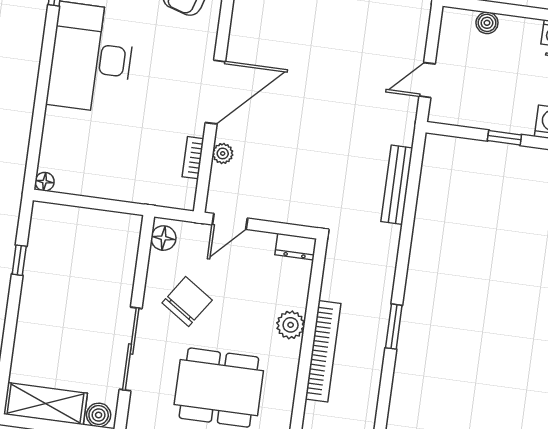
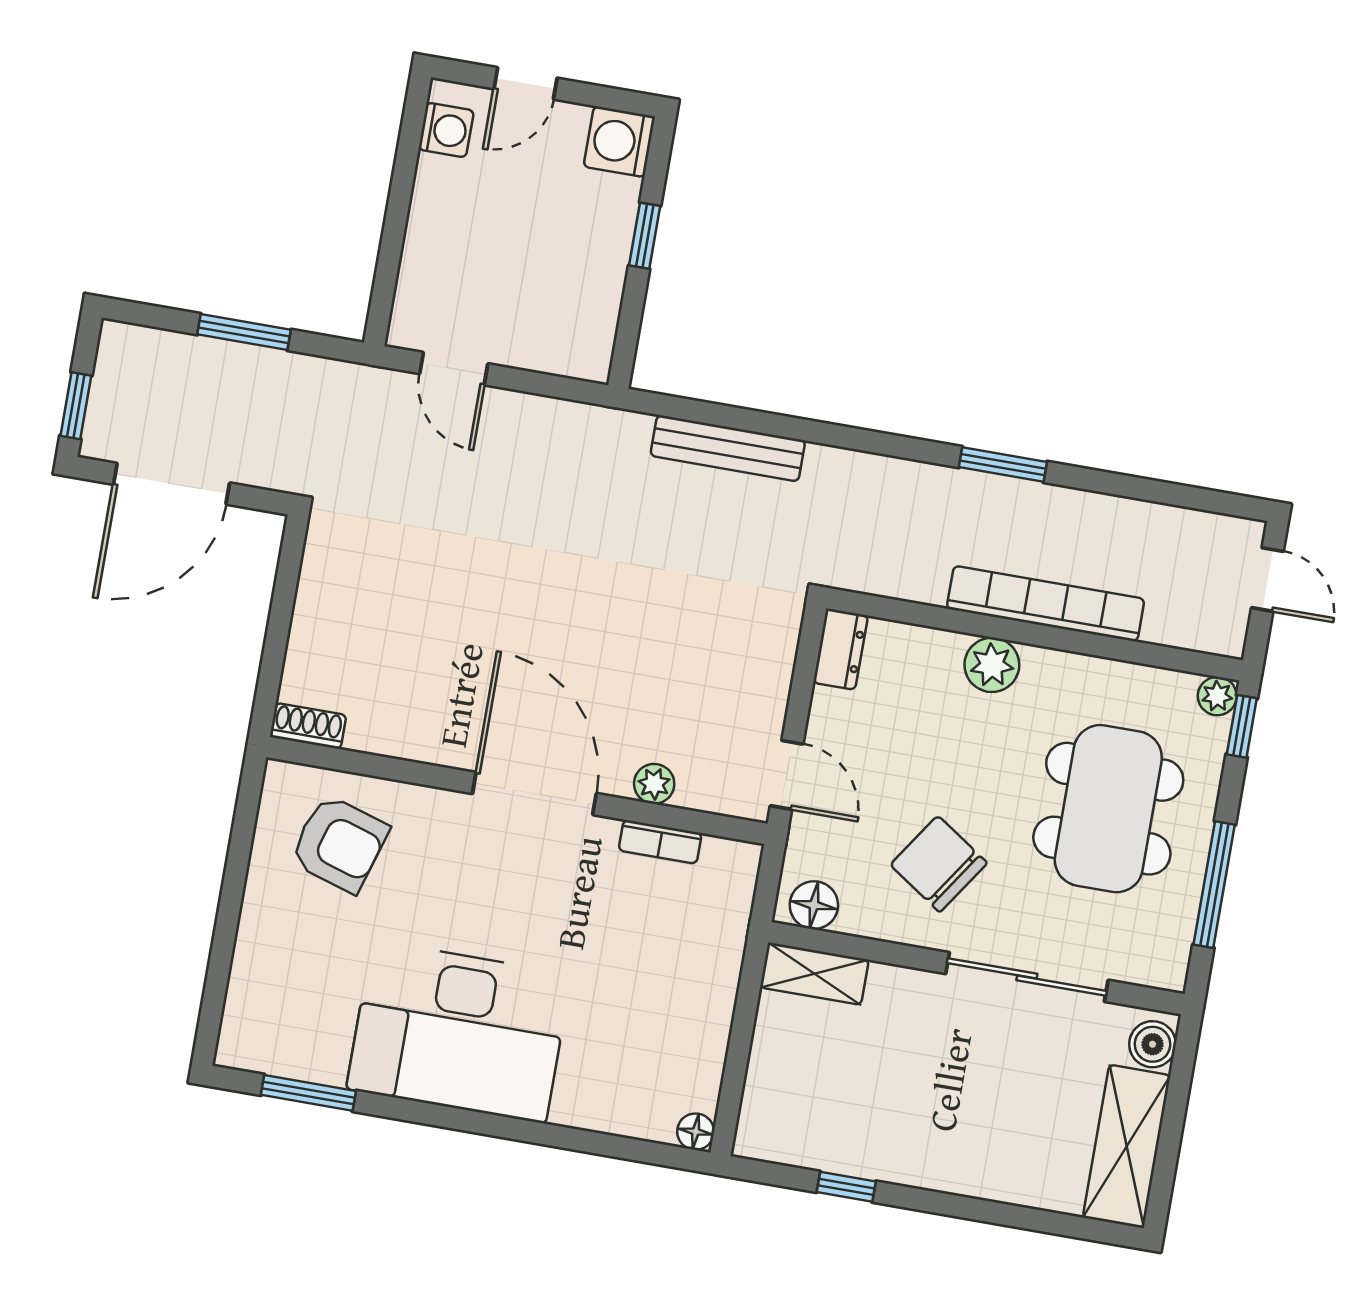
boiler: (487, 23) -> (420, 261), removed
door: (427, 80) -> (454, 369), moved
shelving: (128, 240) -> (814, 974), added

